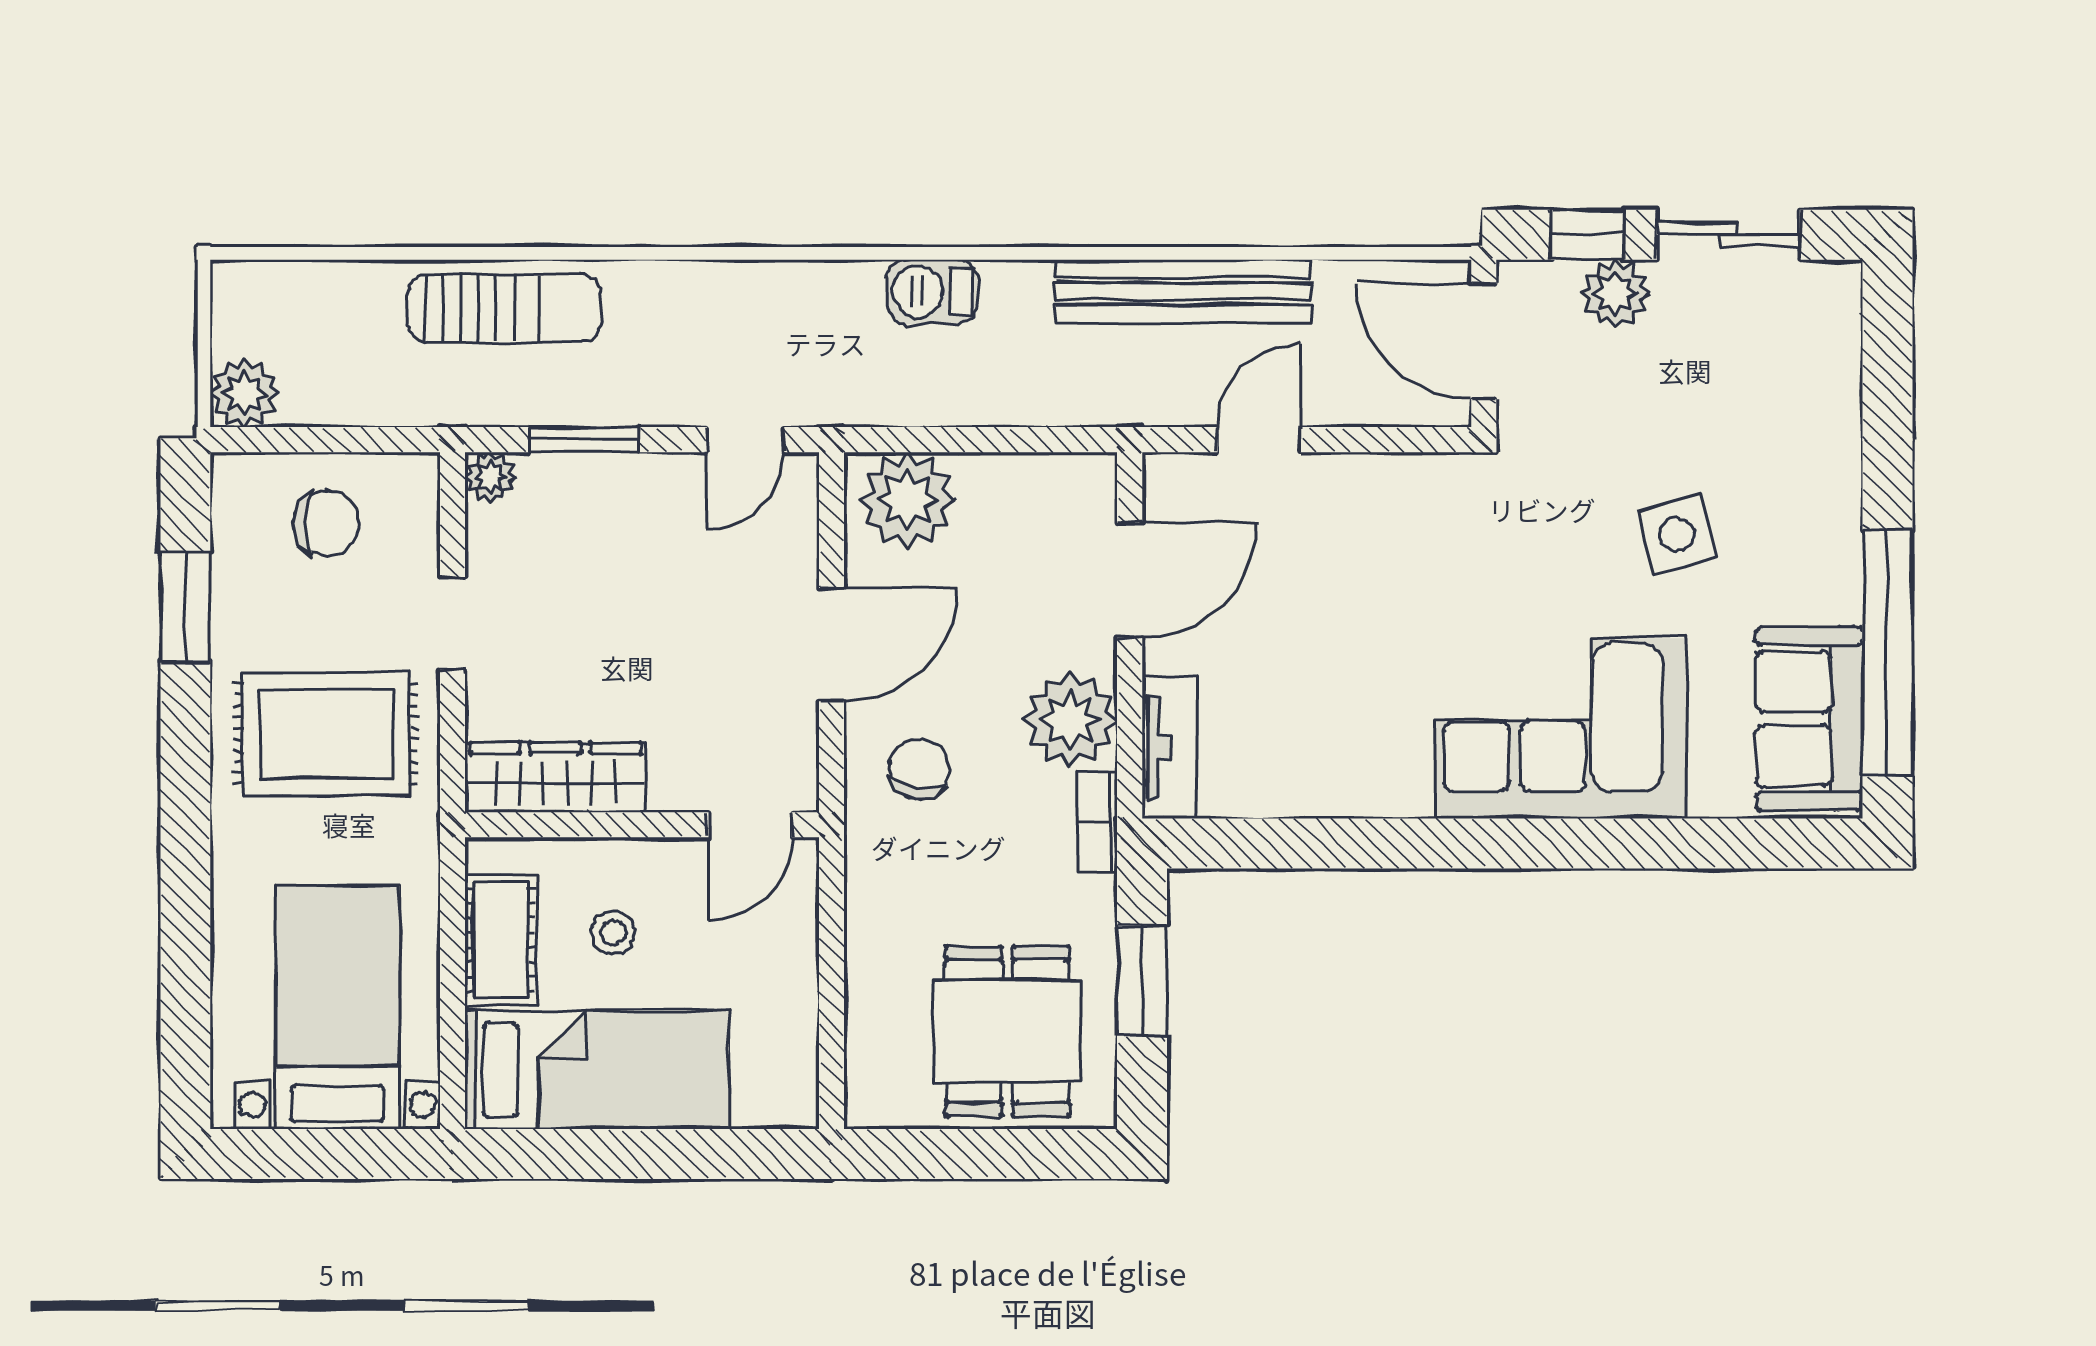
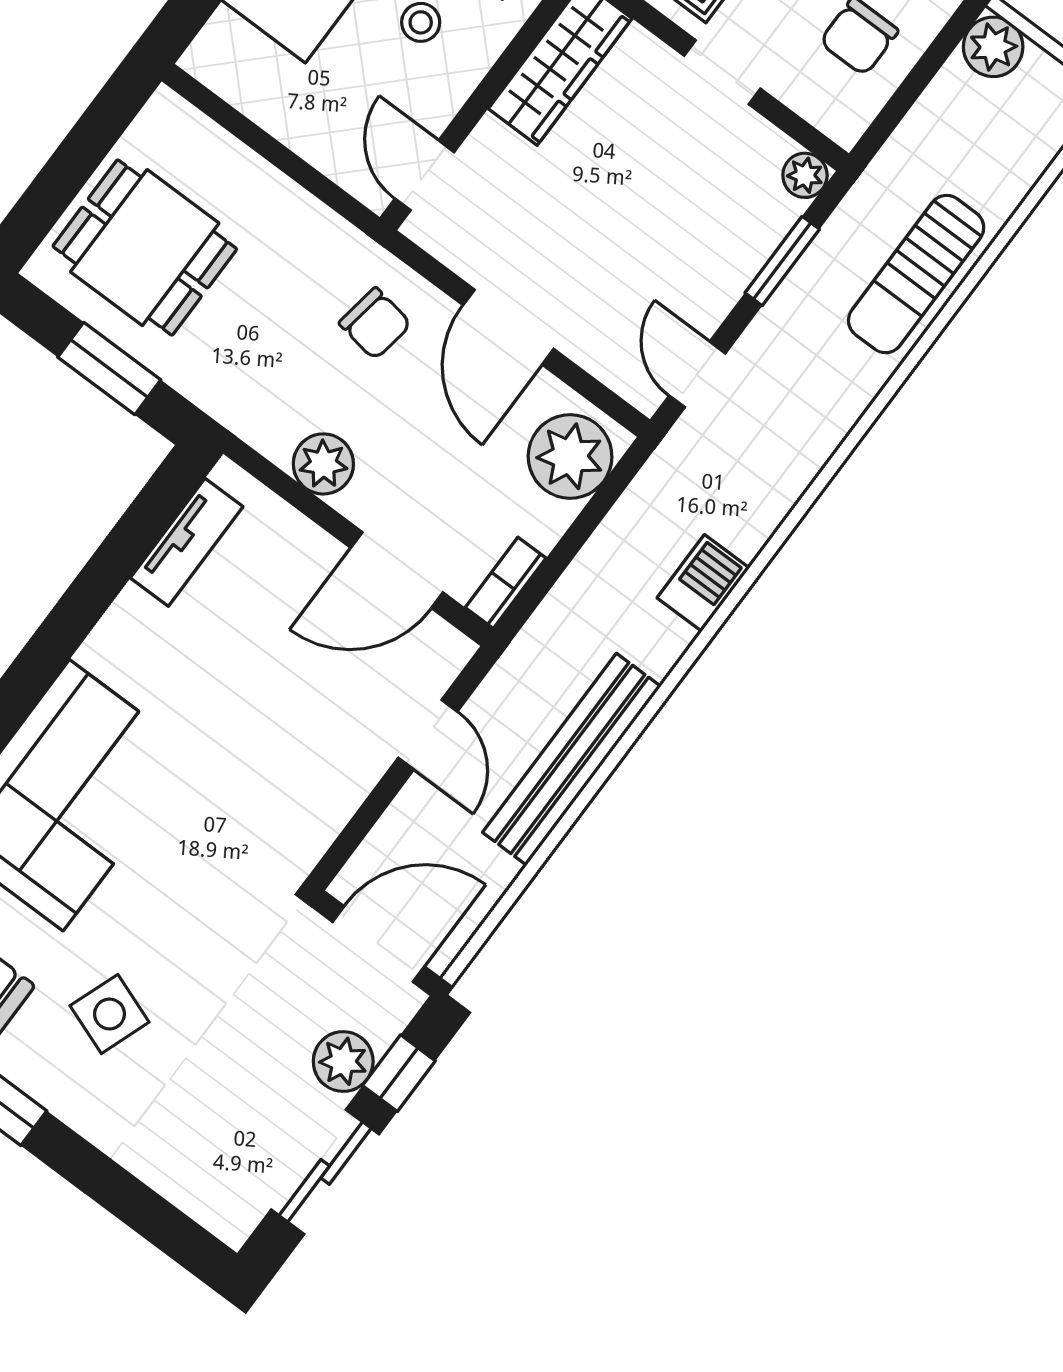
side table: (1677, 534) -> (110, 1014), moved, turned 35
door: (1130, 580) -> (397, 570), hinge flipped
plant: (1070, 720) -> (323, 464), width x0.73, depth x0.73
tv unit: (1169, 747) -> (187, 542), moved, turned -90
bookcase: (1097, 822) -> (506, 583), moved, turned -90

